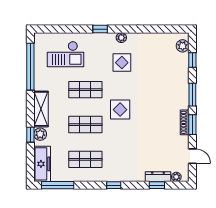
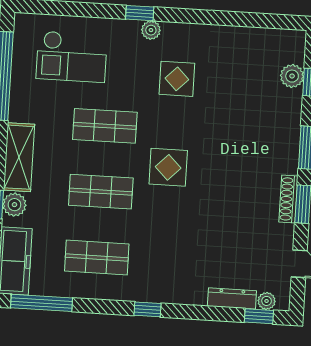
plant: (121, 38) -> (151, 30), moved
plant: (183, 46) -> (292, 76), moved
window: (157, 185) -> (259, 316), moved

